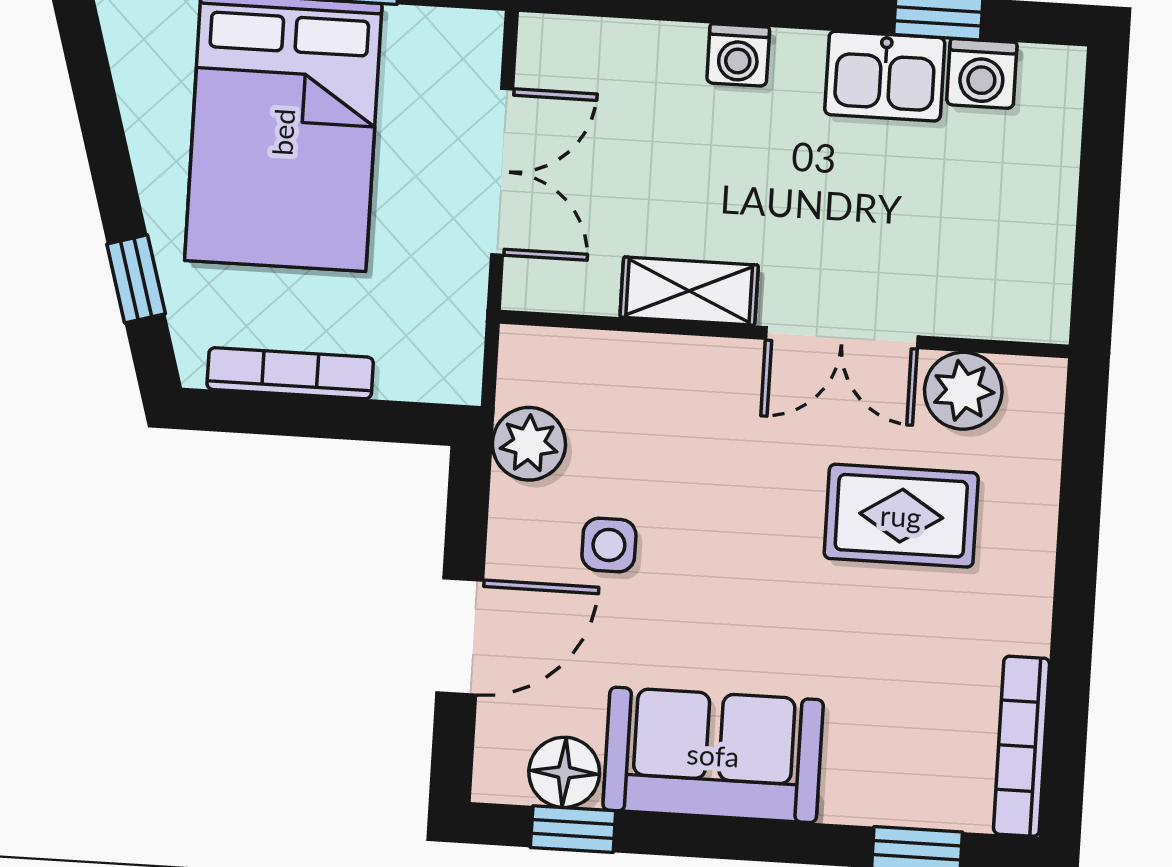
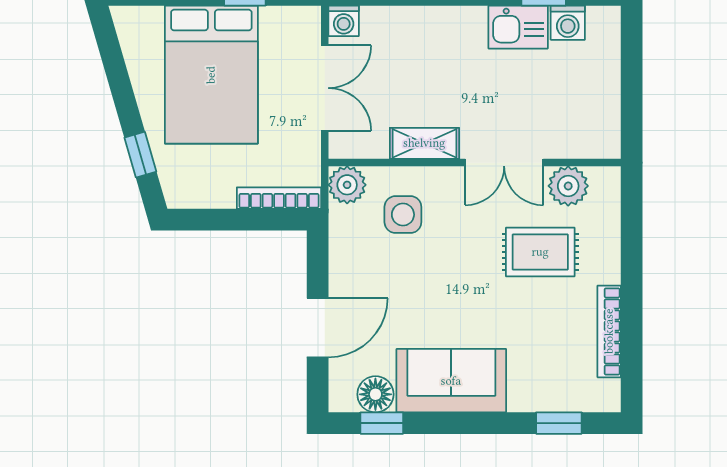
washing machine: (738, 55) -> (344, 21), moved
bookcase: (290, 373) -> (279, 198), moved
plant: (529, 444) -> (347, 185), moved
side table: (609, 545) -> (403, 215), moved, width x1.37, depth x1.37
bookcase: (1022, 746) -> (609, 331), moved

